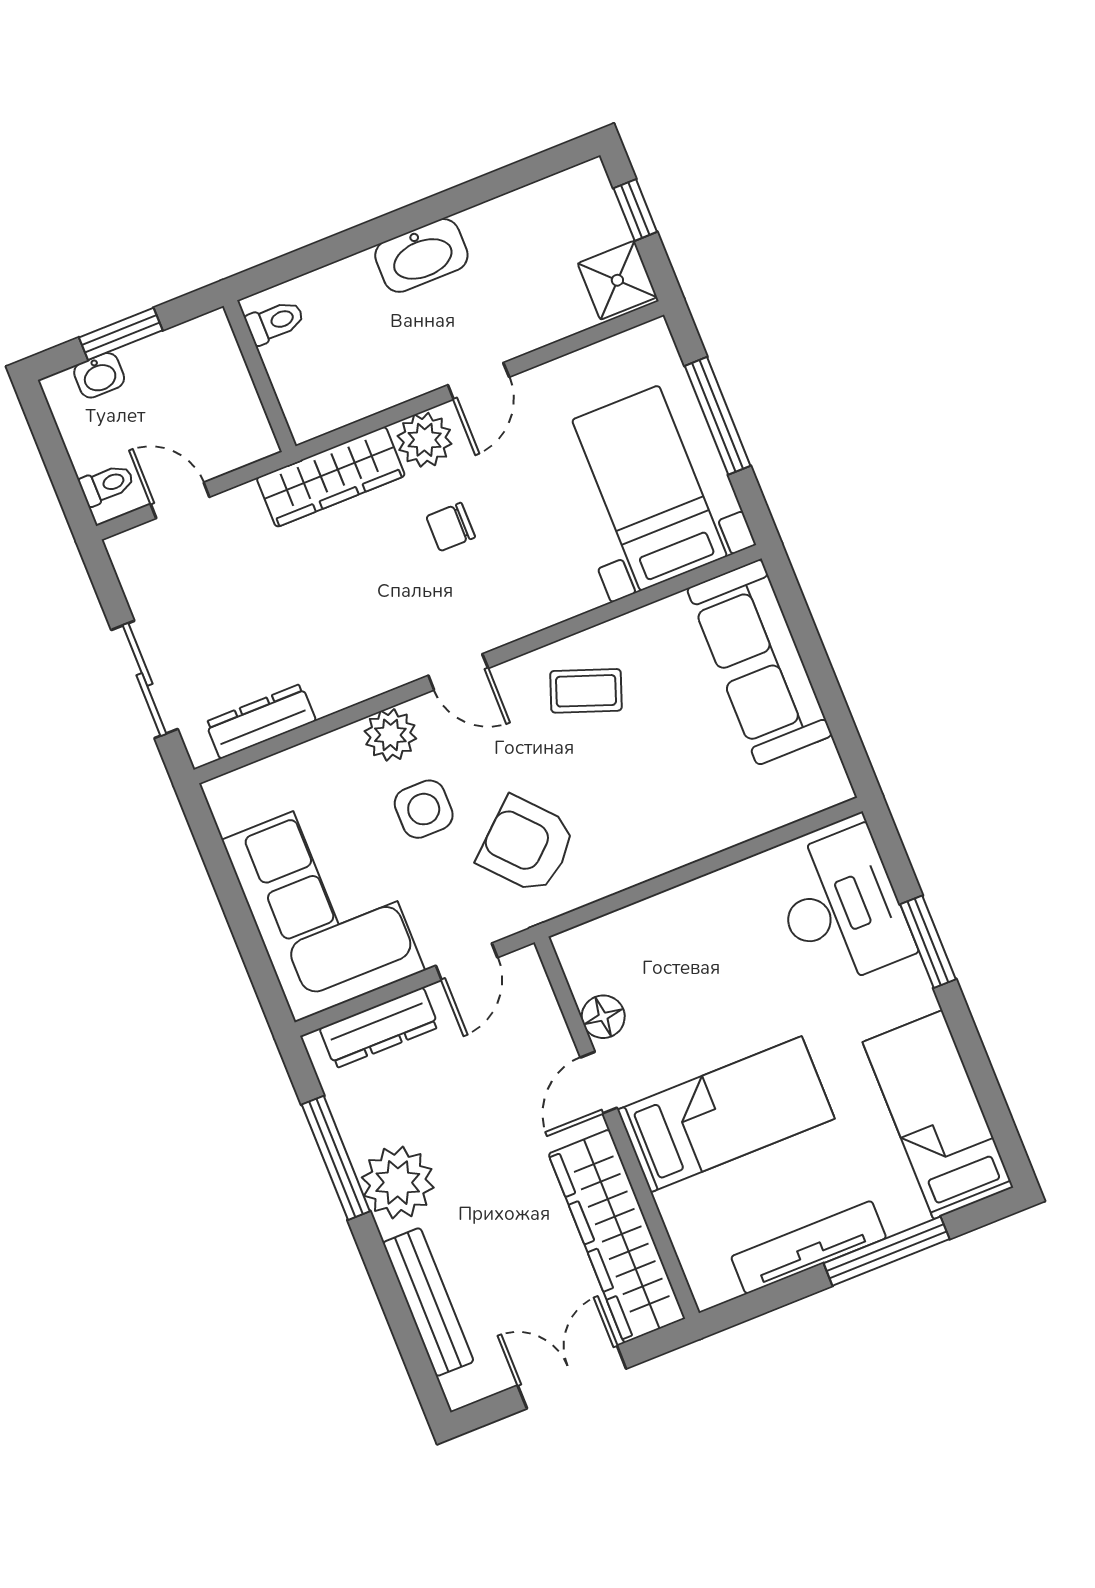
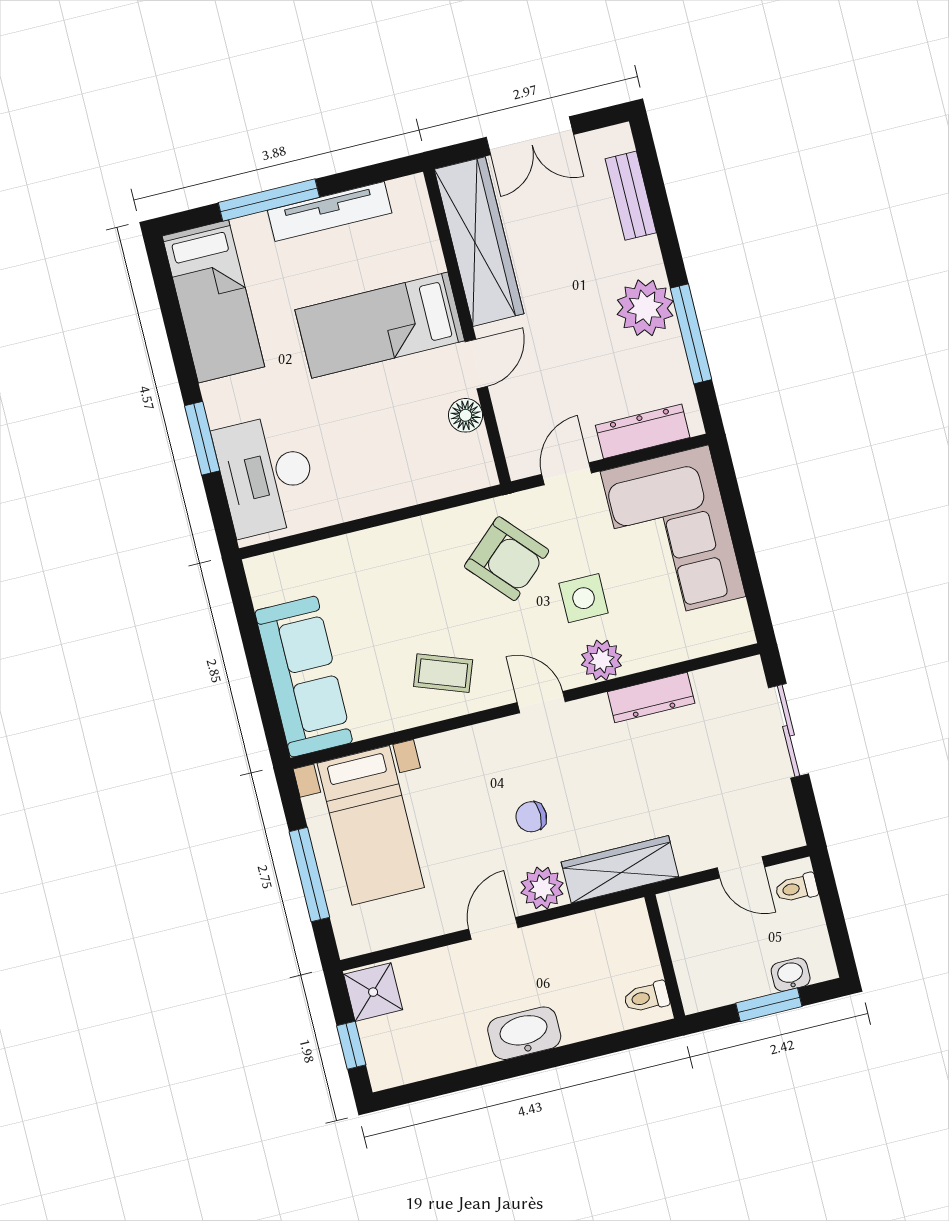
chair: (451, 527) -> (531, 817), turned 180
dresser: (261, 721) -> (651, 698), moved
bench: (428, 1302) -> (631, 196), width x0.73

